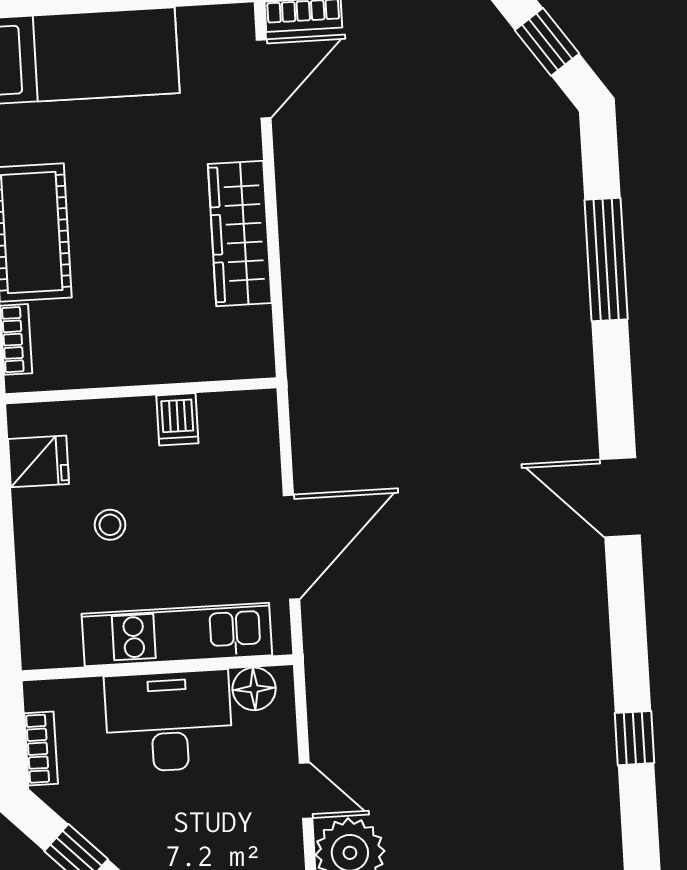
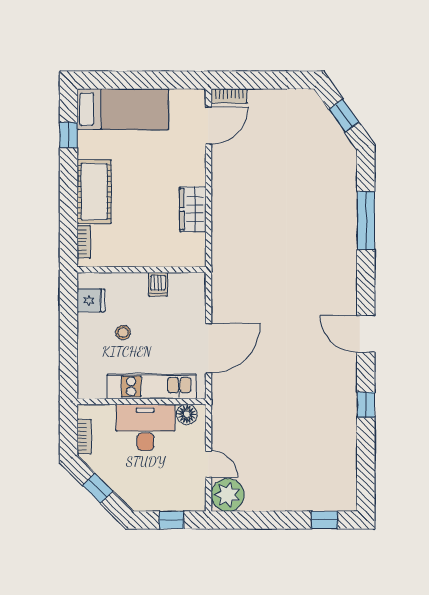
wardrobe: (240, 233) -> (193, 209), width x0.67
window: (634, 738) -> (366, 405), moved

